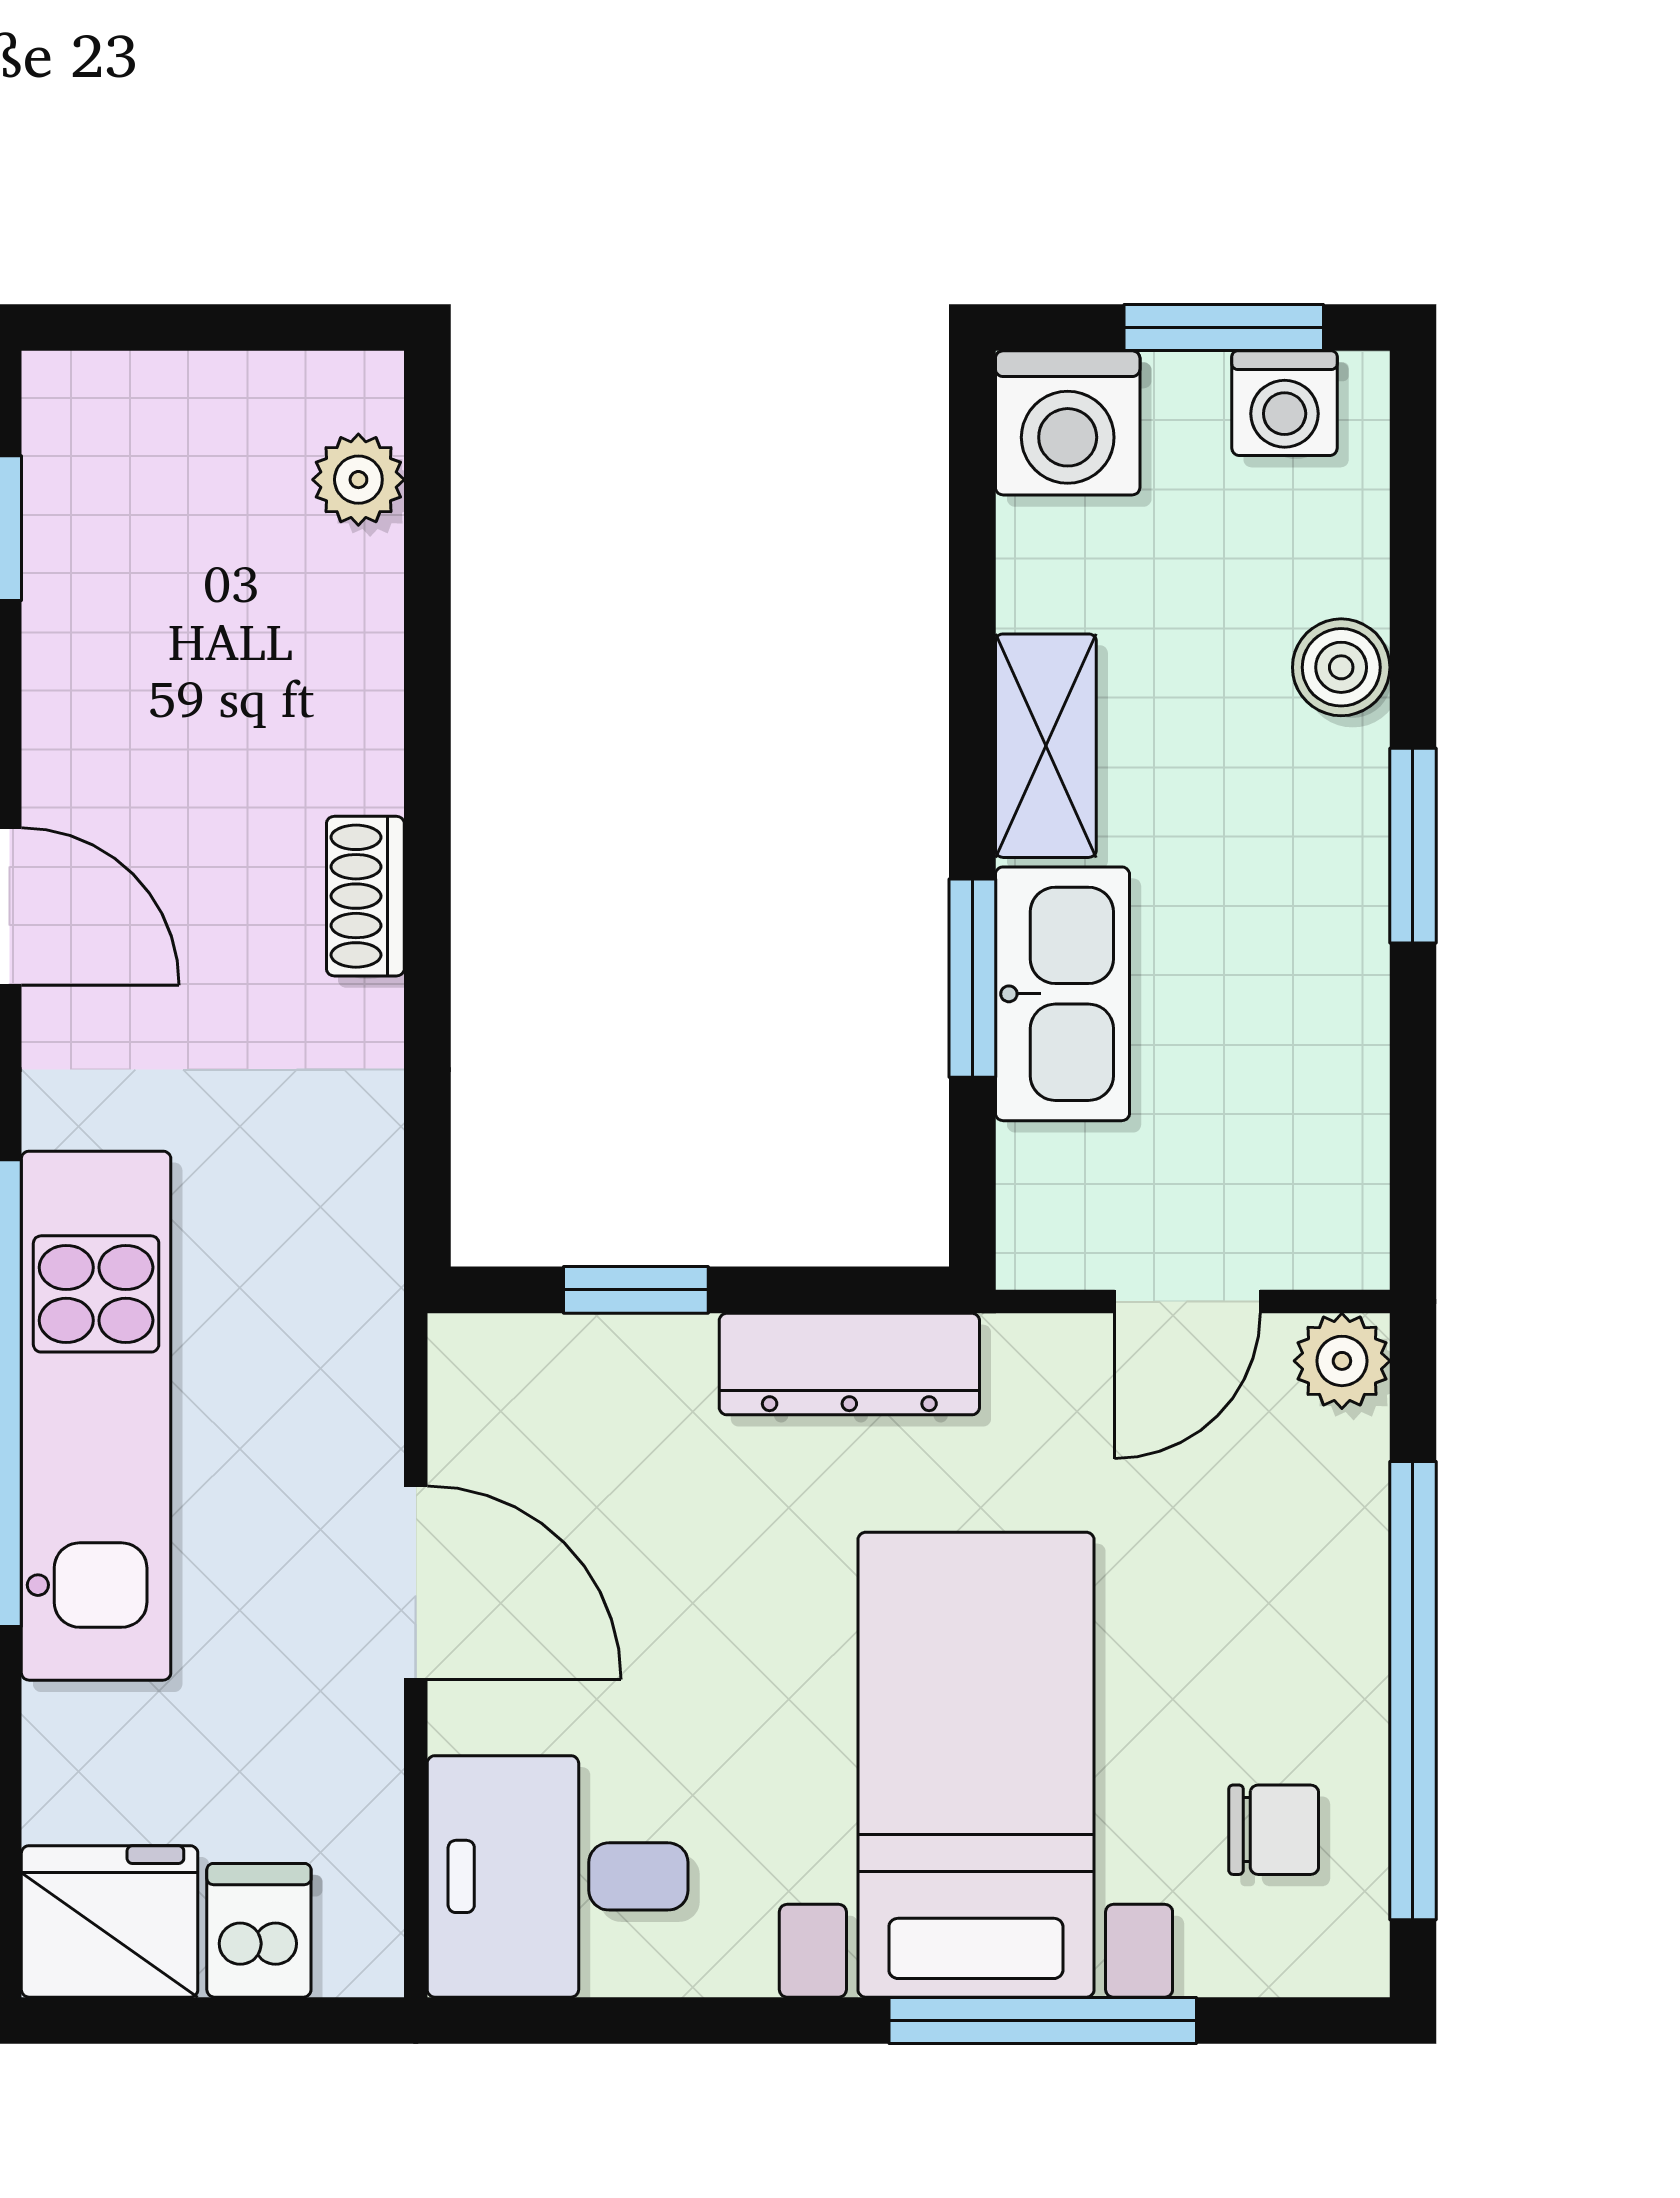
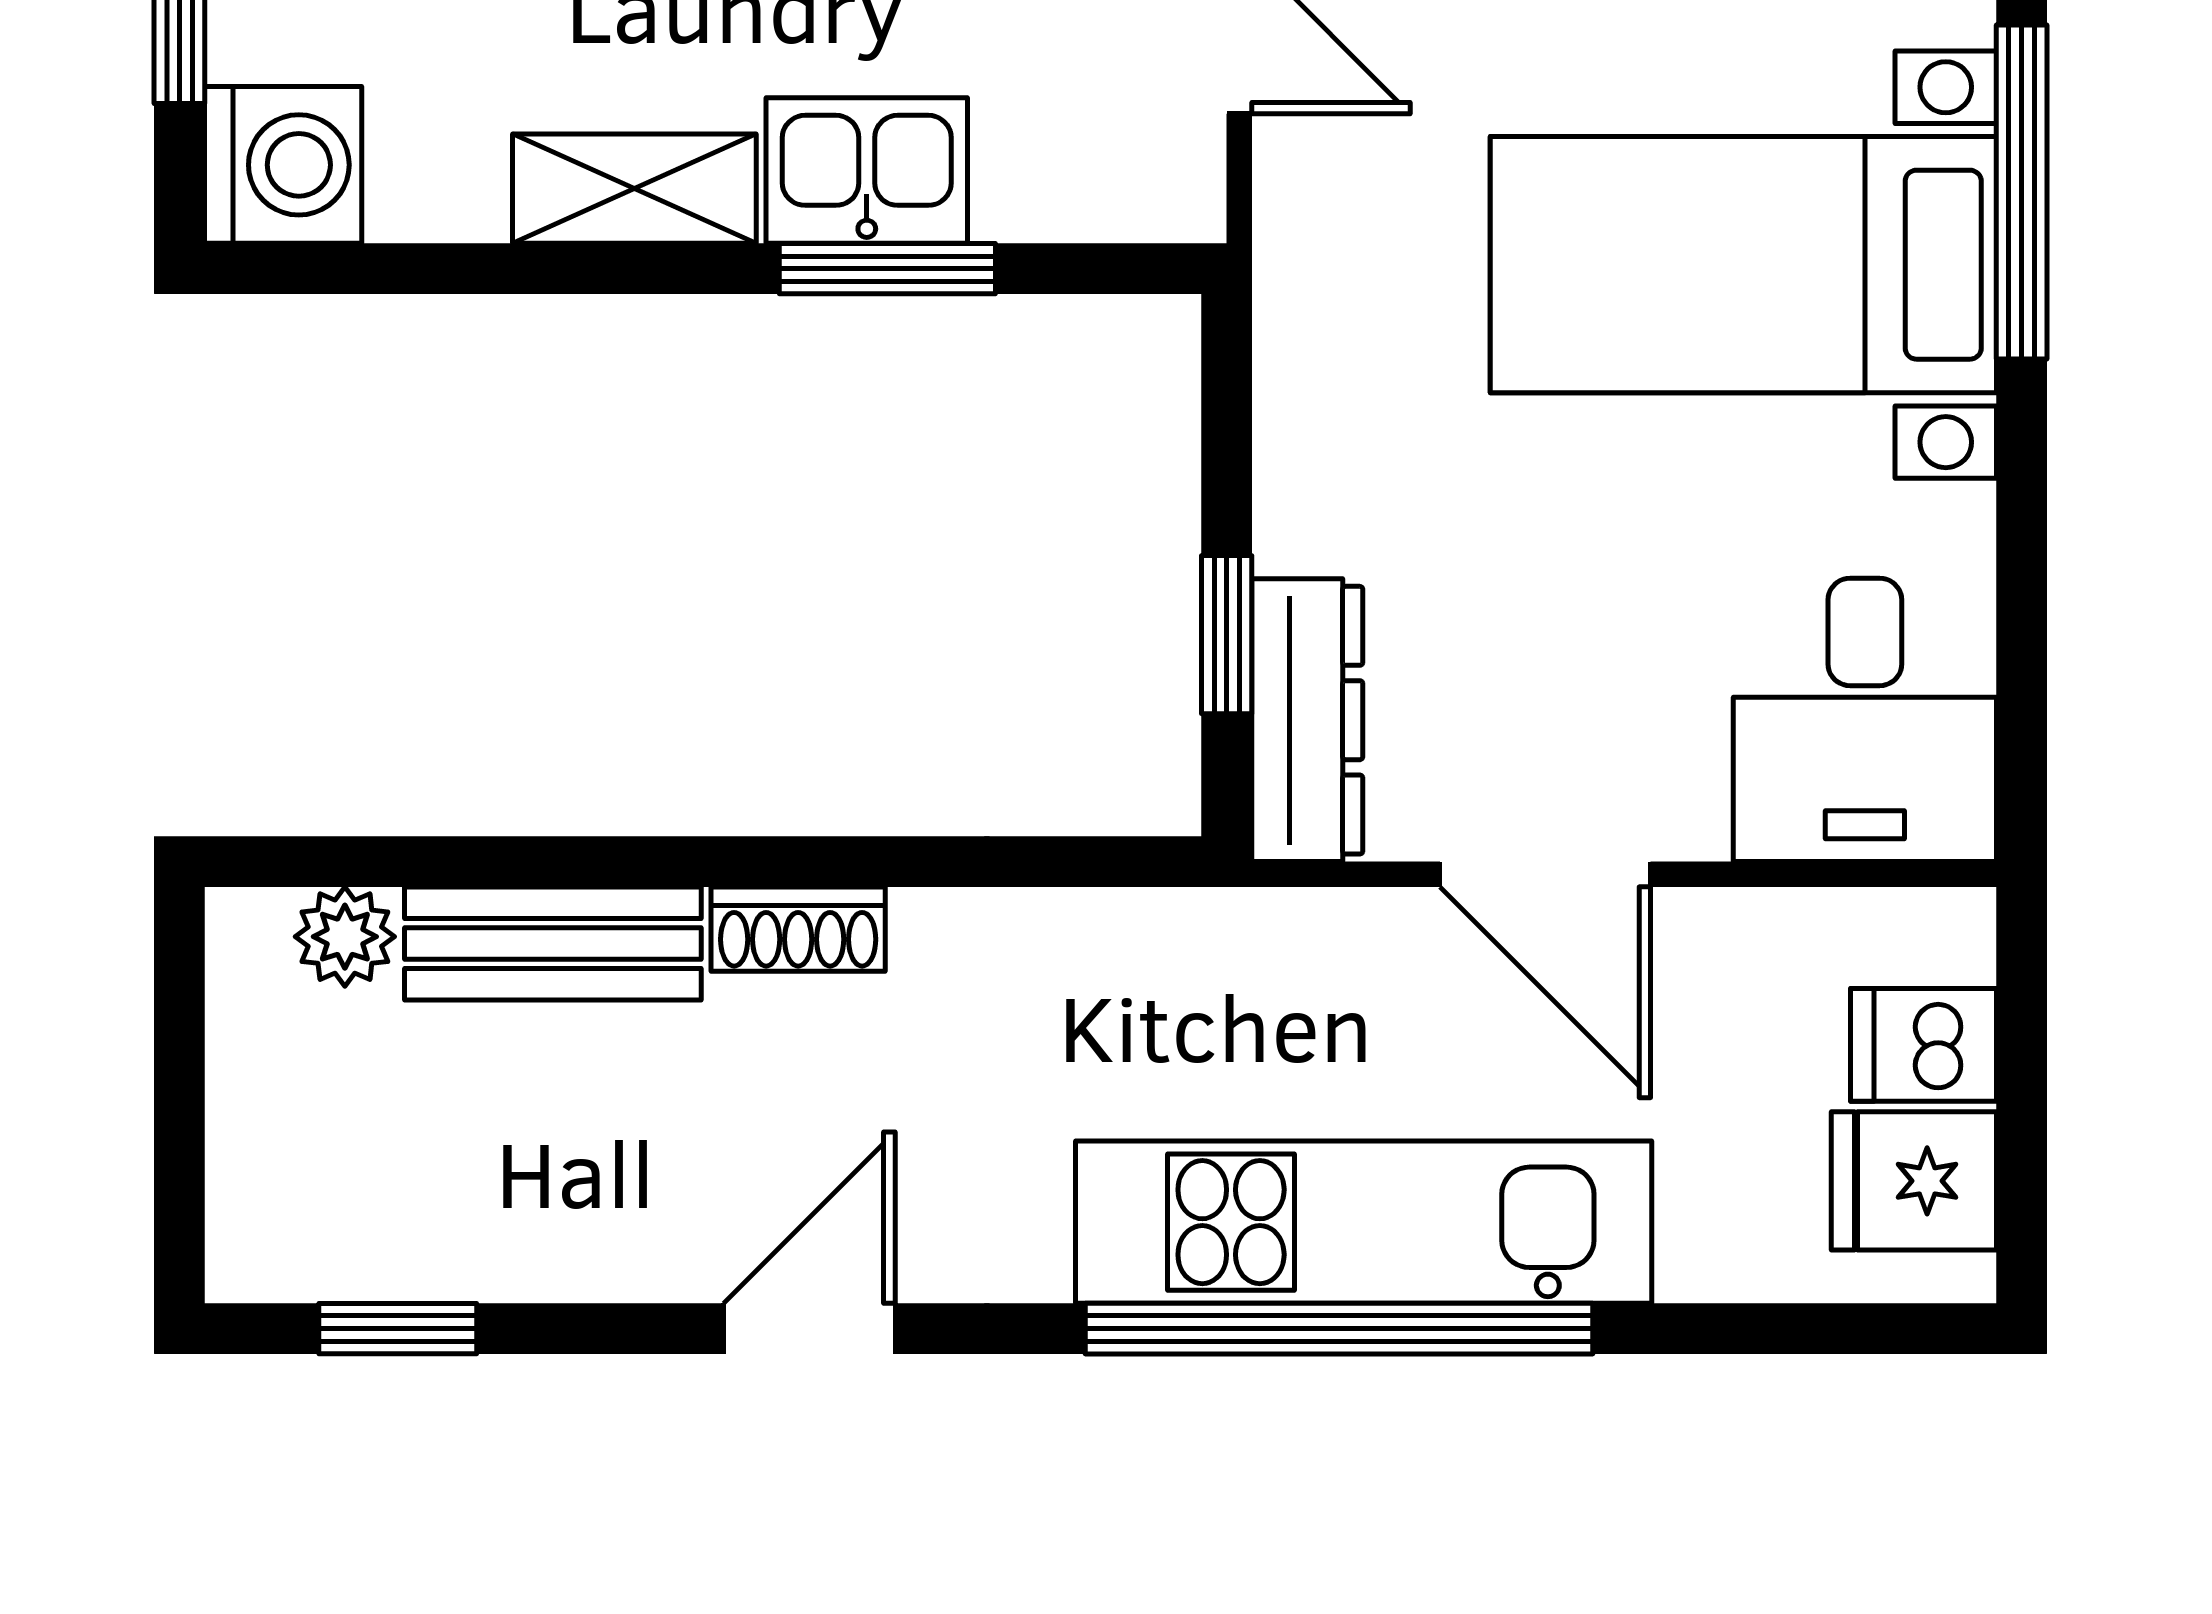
bench: (352, 671) -> (553, 943), added
kitchen sink: (1062, 994) -> (867, 171), width x0.73
dresser: (849, 1364) -> (1307, 720), moved
door: (416, 1583) -> (1545, 874), swing flipped
fridge: (110, 1921) -> (1914, 1181), width x0.72

